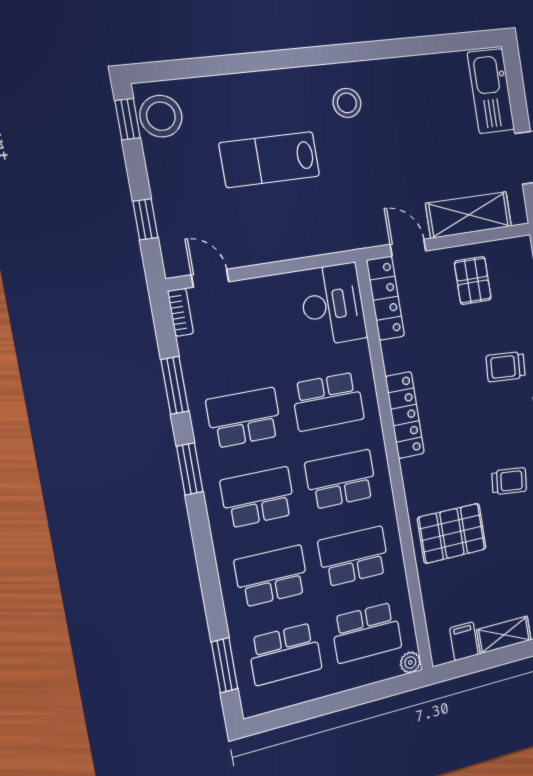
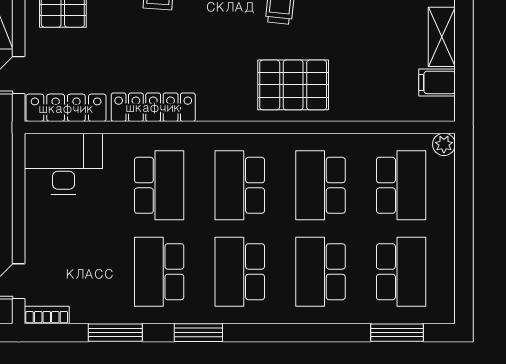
locker: (405, 415) -> (153, 107), moved
pallet: (452, 533) -> (293, 85), moved, turned 90

